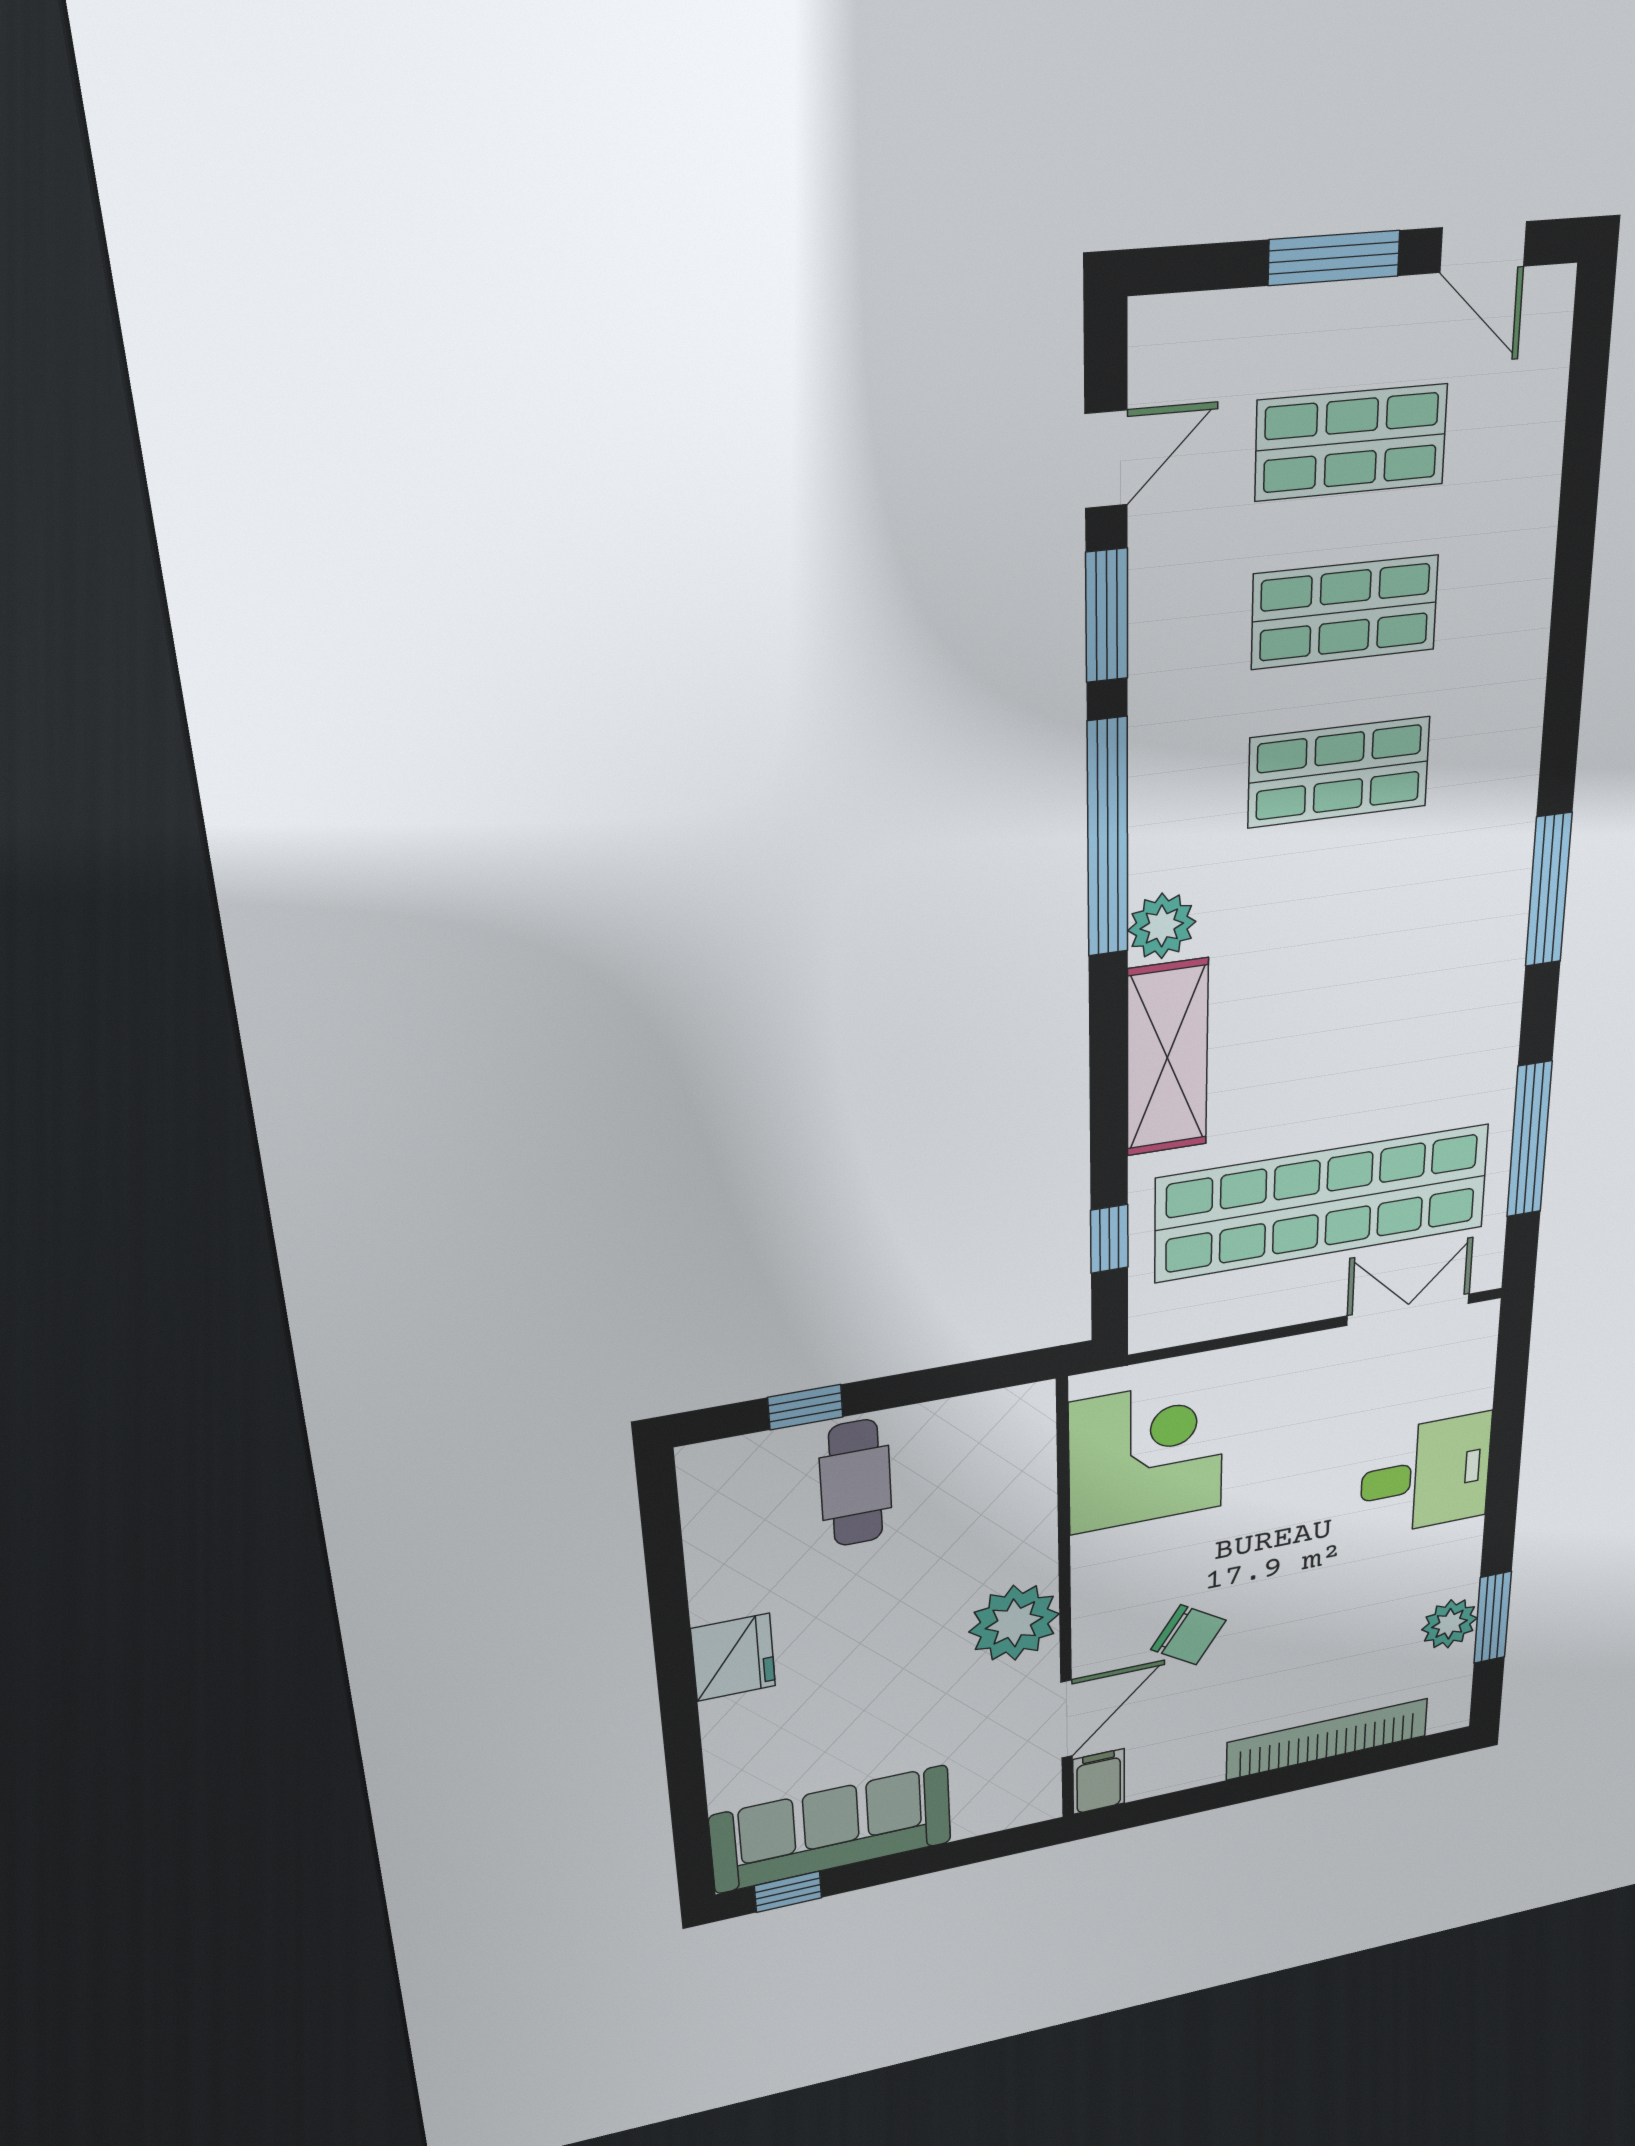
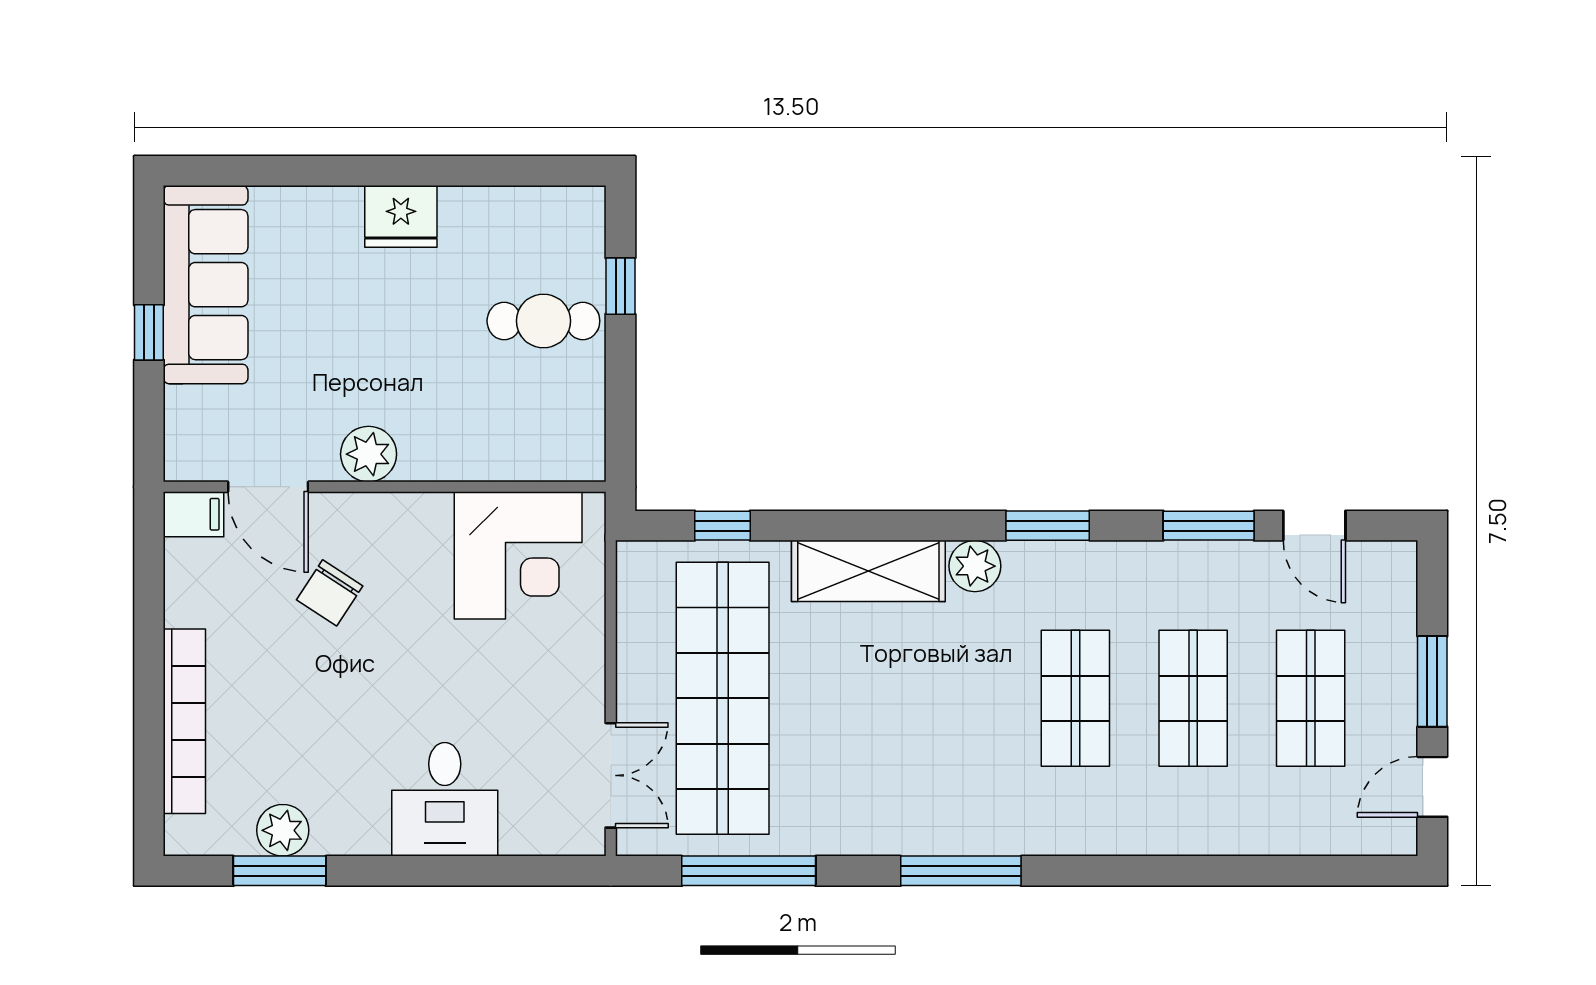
window: (1108, 838) -> (1048, 526), width x0.47
plant: (1014, 1623) -> (369, 454), width x0.73, depth x0.73
window: (788, 1892) -> (149, 332), moved

